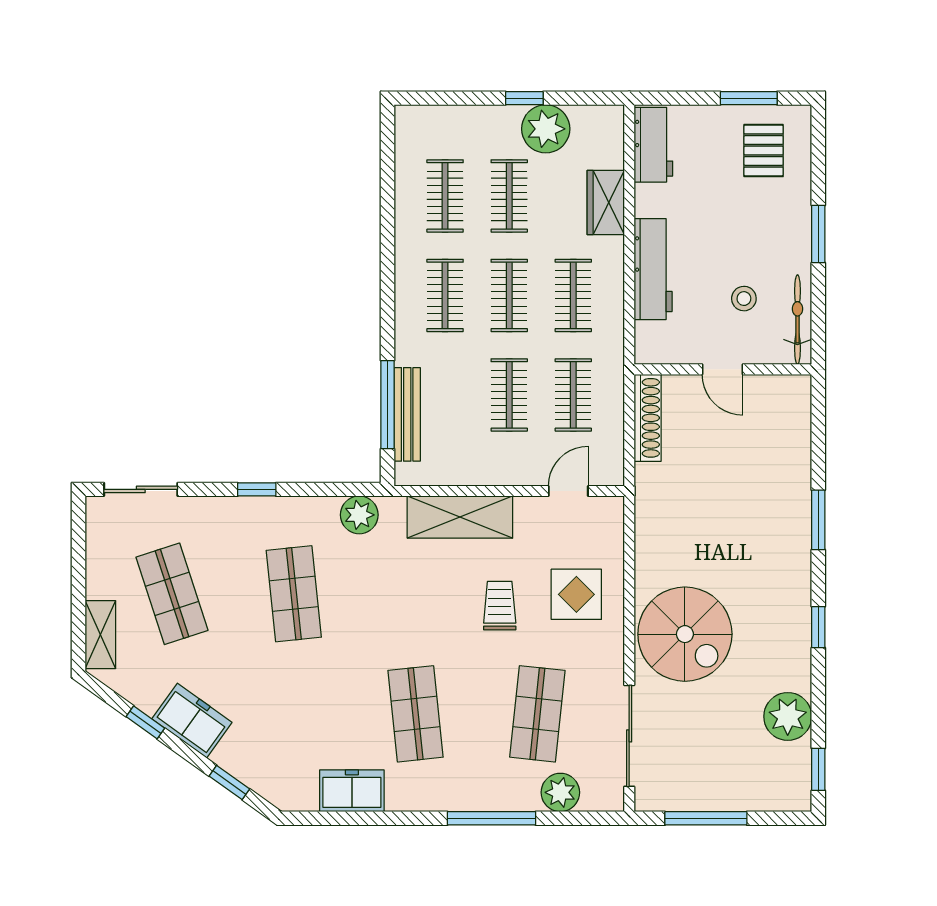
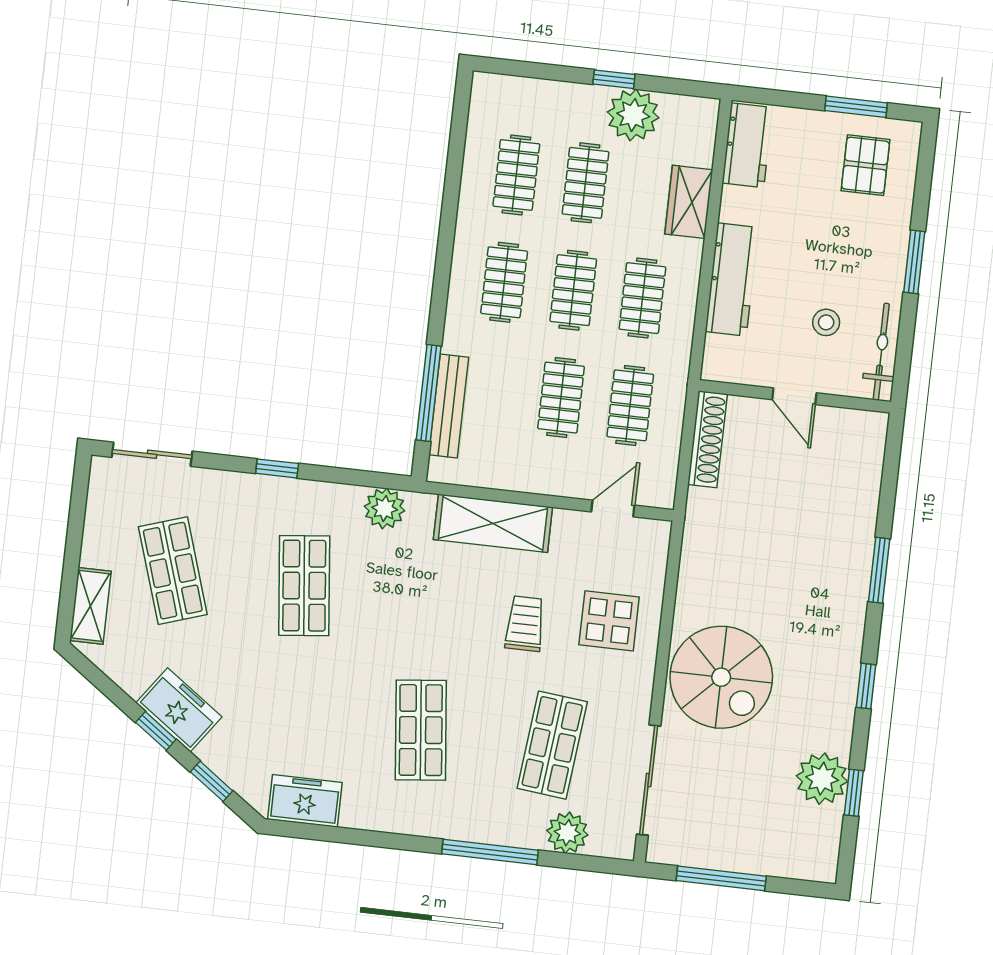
window: (145, 722) -> (156, 731), moved
window: (818, 769) -> (854, 793), moved
freezer: (352, 791) -> (305, 801), moved

